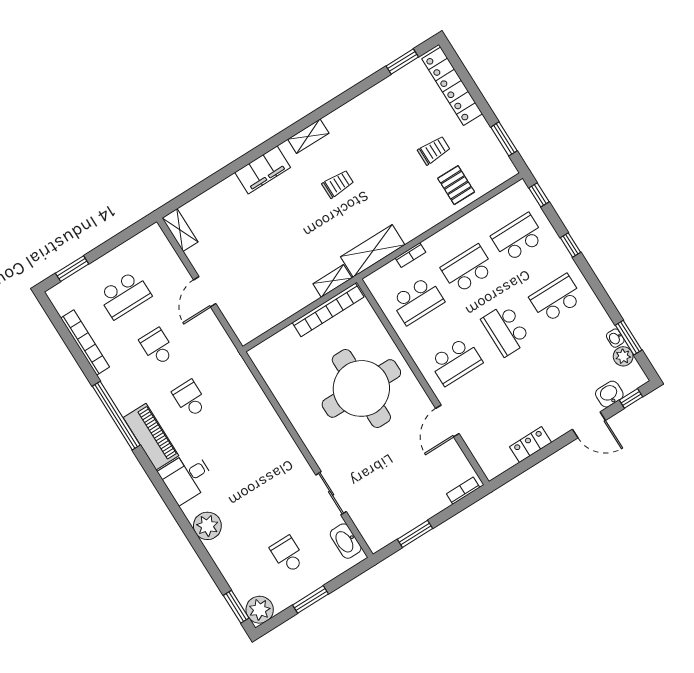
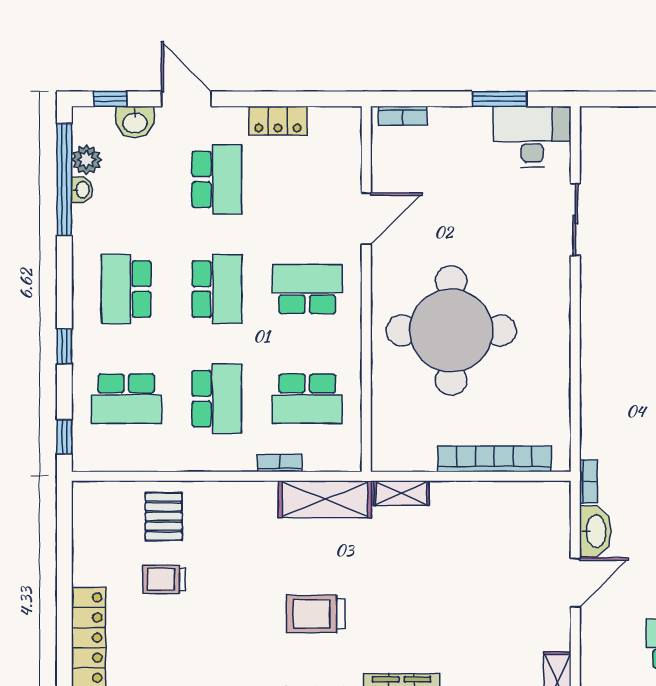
window: (504, 139) -> (64, 537), removed
trolley: (338, 184) -> (316, 614), width x1.36, depth x1.39
school desk: (468, 269) -> (217, 399), turned -90
school desk: (556, 298) -> (126, 289), turned 90
school desk: (417, 301) -> (307, 399), turned 180
bookcase: (328, 310) -> (494, 459), moved
window: (629, 338) -> (64, 180), width x2.11
bookcase: (233, 352) -> (588, 482), added
school desk: (544, 391) -> (217, 179), added
desk: (384, 524) -> (532, 137), added
washbasin: (346, 541) -> (595, 531), moved

